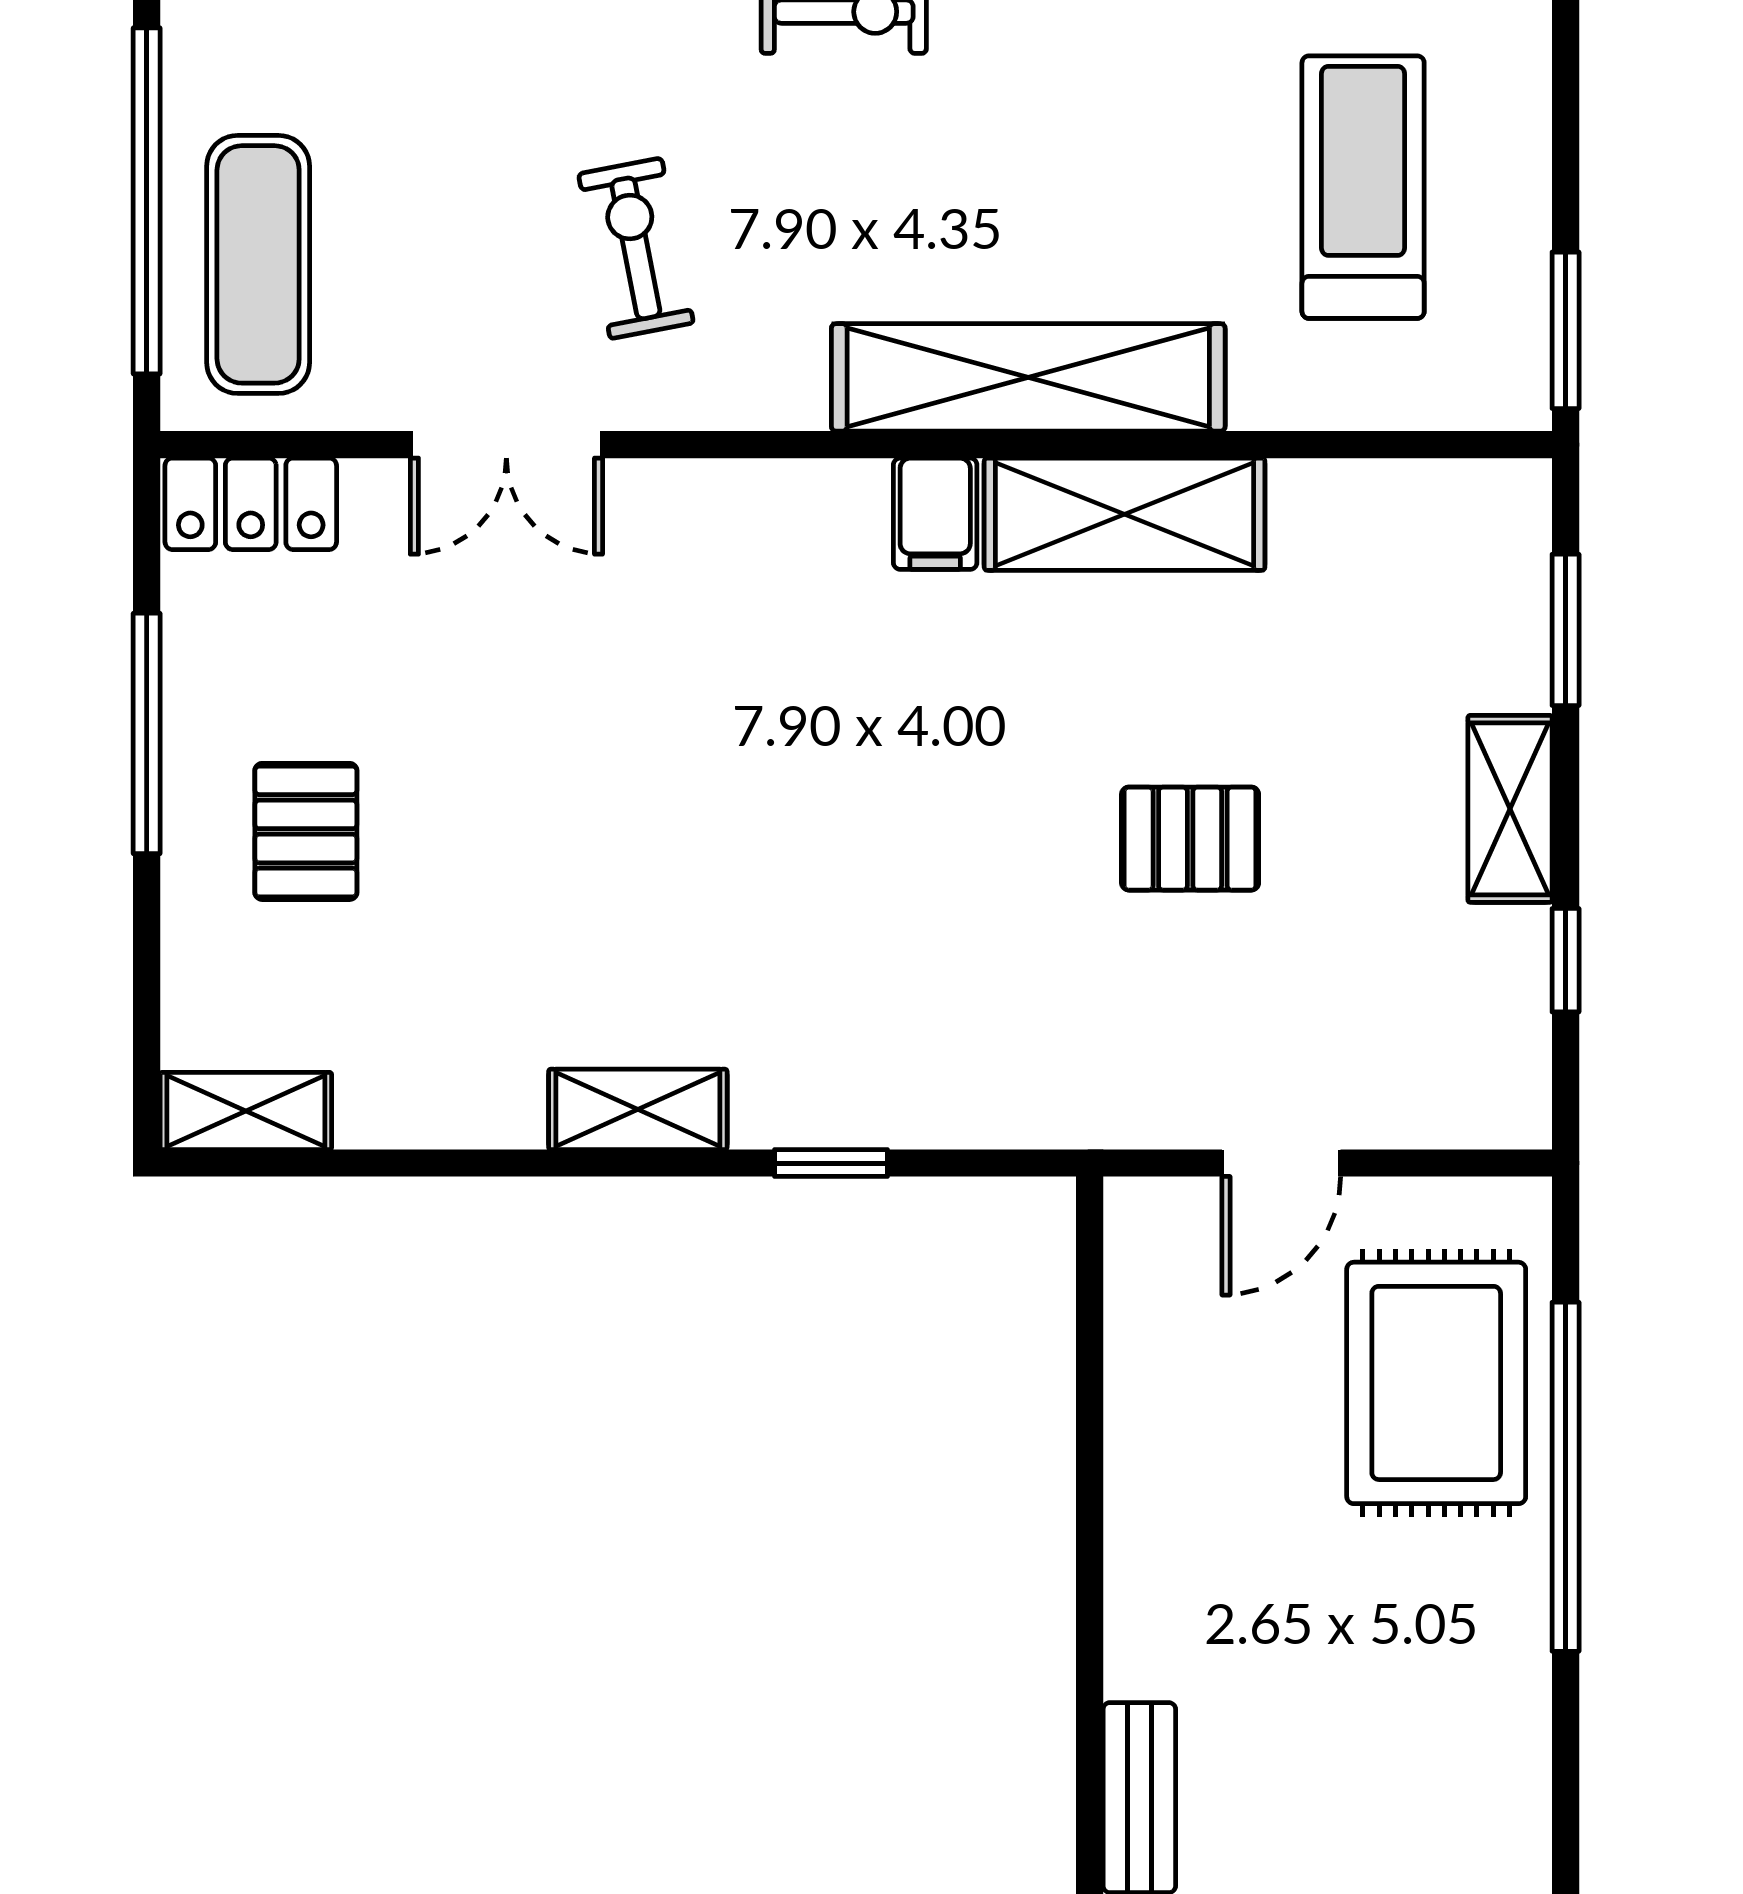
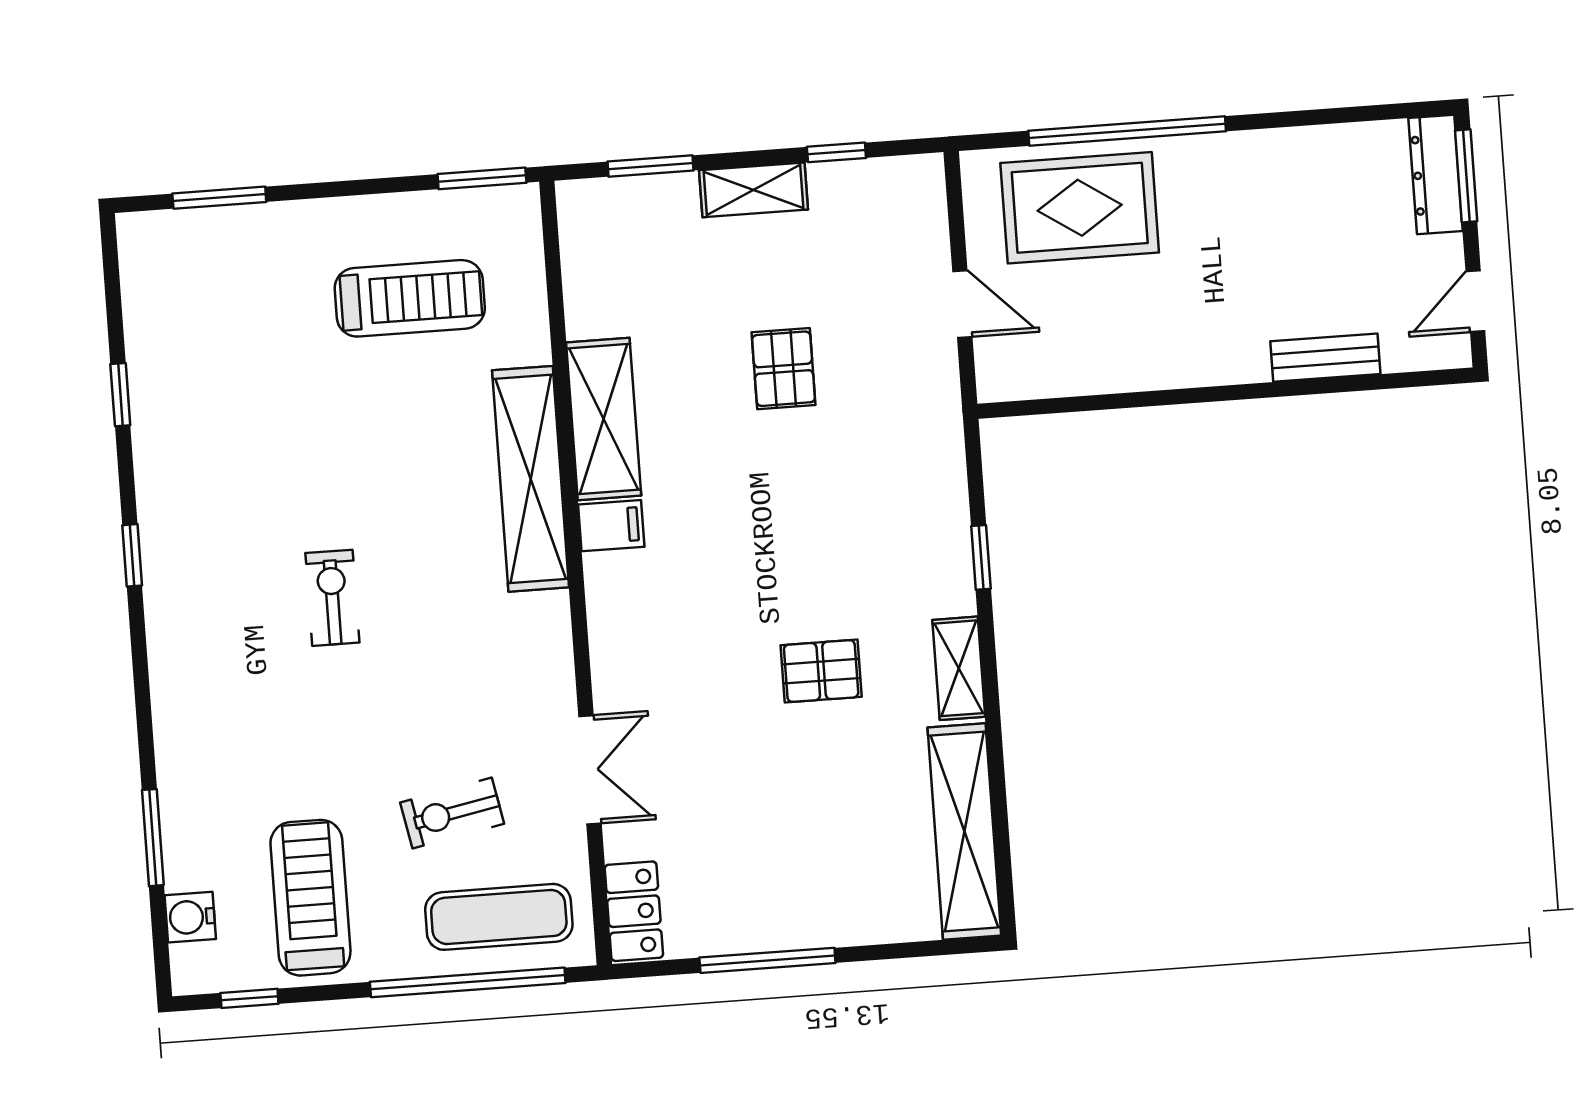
treadmill: (1363, 187) -> (410, 298), turned 180
exercise bike: (636, 248) -> (452, 813), moved
pallet: (306, 831) -> (821, 671), moved
shelving: (246, 1111) -> (964, 831), width x2.20, depth x1.33

